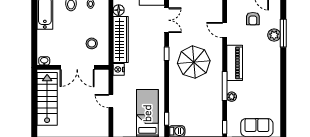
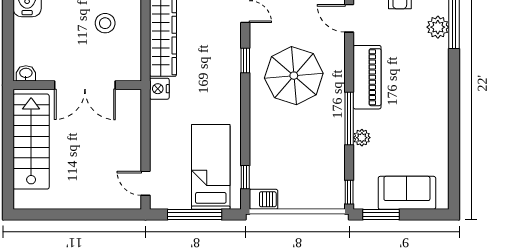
stool: (92, 43) -> (105, 23), moved
door: (111, 101) -> (145, 183), moved

